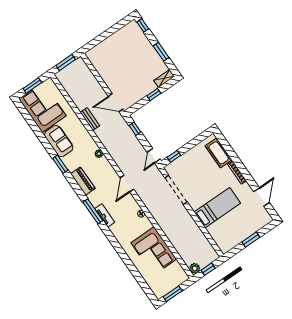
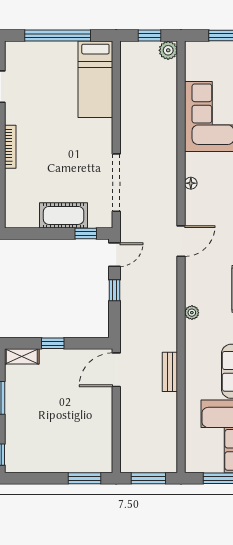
window: (95, 42) -> (84, 478), added
door: (116, 103) -> (116, 370), swing flipped
window: (135, 129) -> (114, 290), moved
cot: (219, 153) -> (64, 215), moved, turned 90
bed: (217, 208) -> (95, 79), moved, turned -90
window: (251, 240) -> (58, 36), width x2.11

